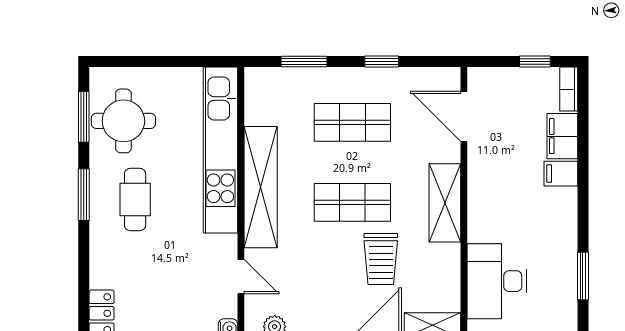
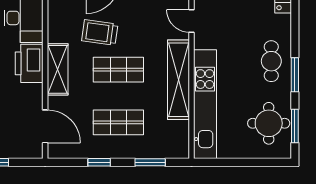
cafe table: (135, 199) -> (271, 61), moved
printer: (488, 212) -> (29, 63), added
trolley: (381, 259) -> (100, 33), turned -82

